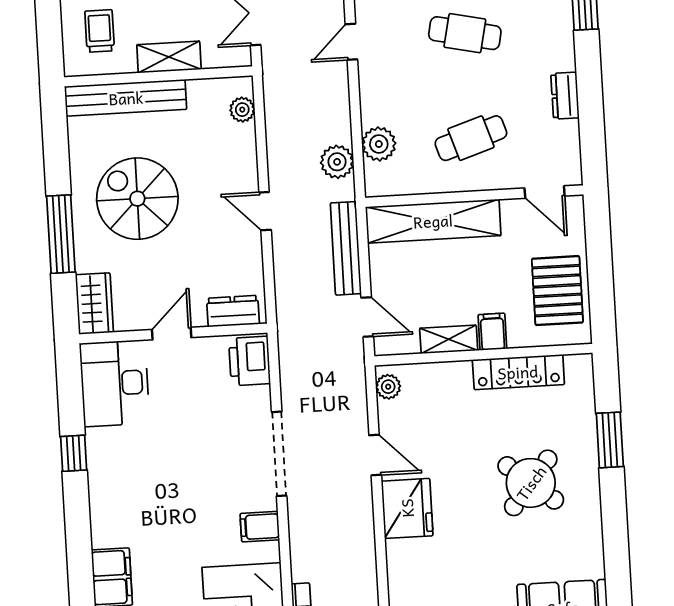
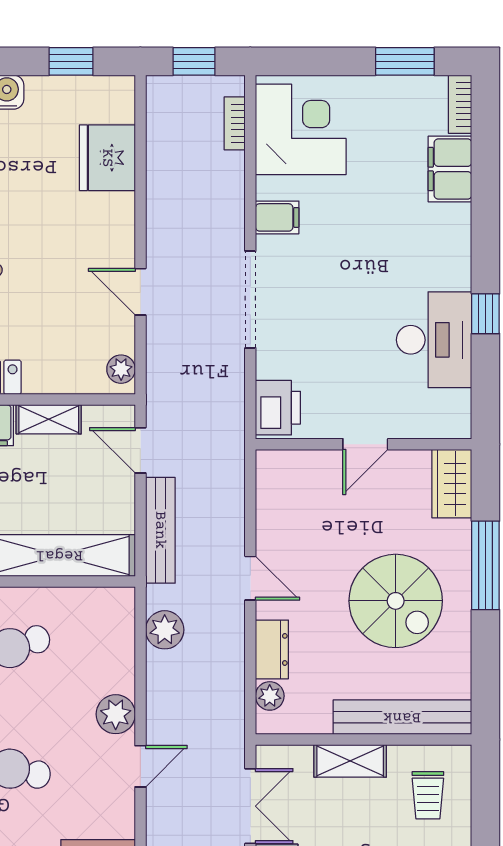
plant: (379, 144) -> (116, 714), moved
dresser: (233, 311) -> (272, 649), moved, turned -90
desk: (114, 383) -> (434, 340), moved
fridge: (407, 508) -> (107, 158), moved

